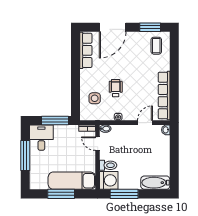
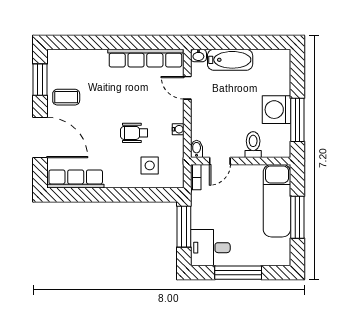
coffee table: (156, 46) -> (66, 97), moved
washing machine: (109, 180) -> (276, 110), moved, turned -90
bathtub: (155, 183) -> (230, 60), moved, turned -90

